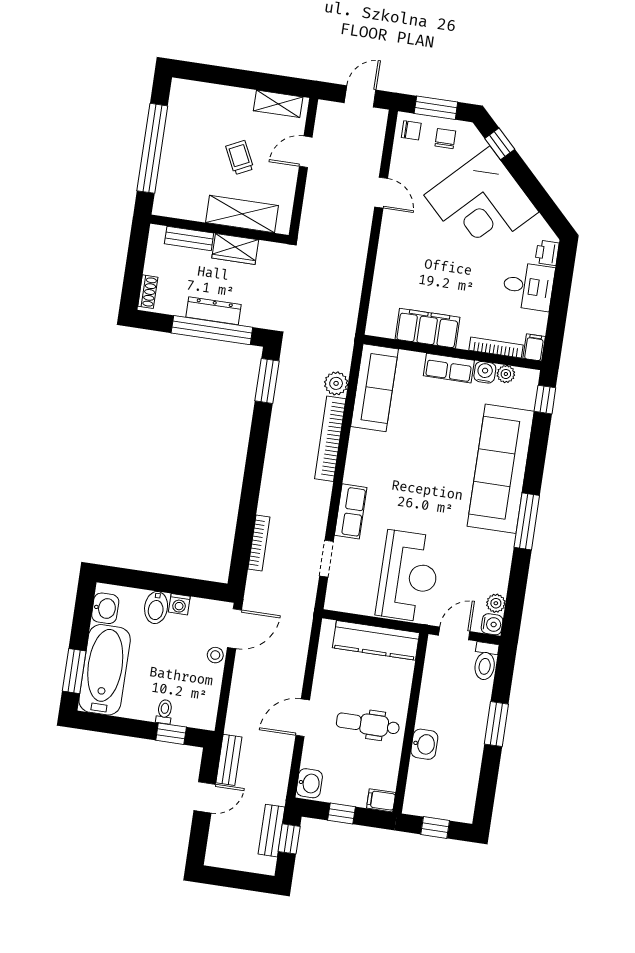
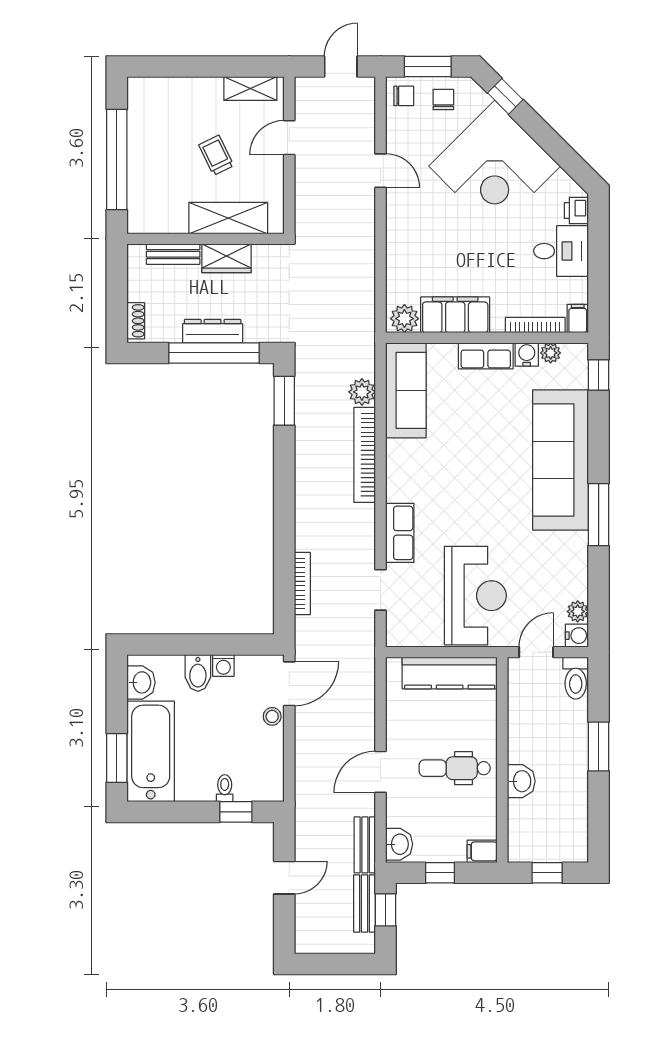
plant: (383, 325) -> (404, 319), added
bench: (229, 760) -> (365, 845), moved

